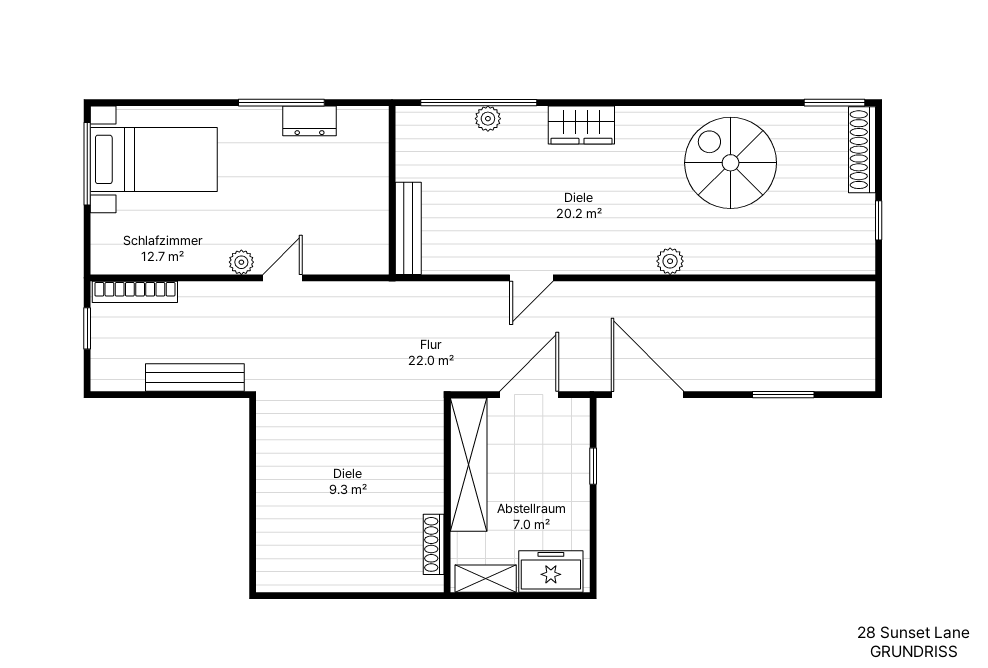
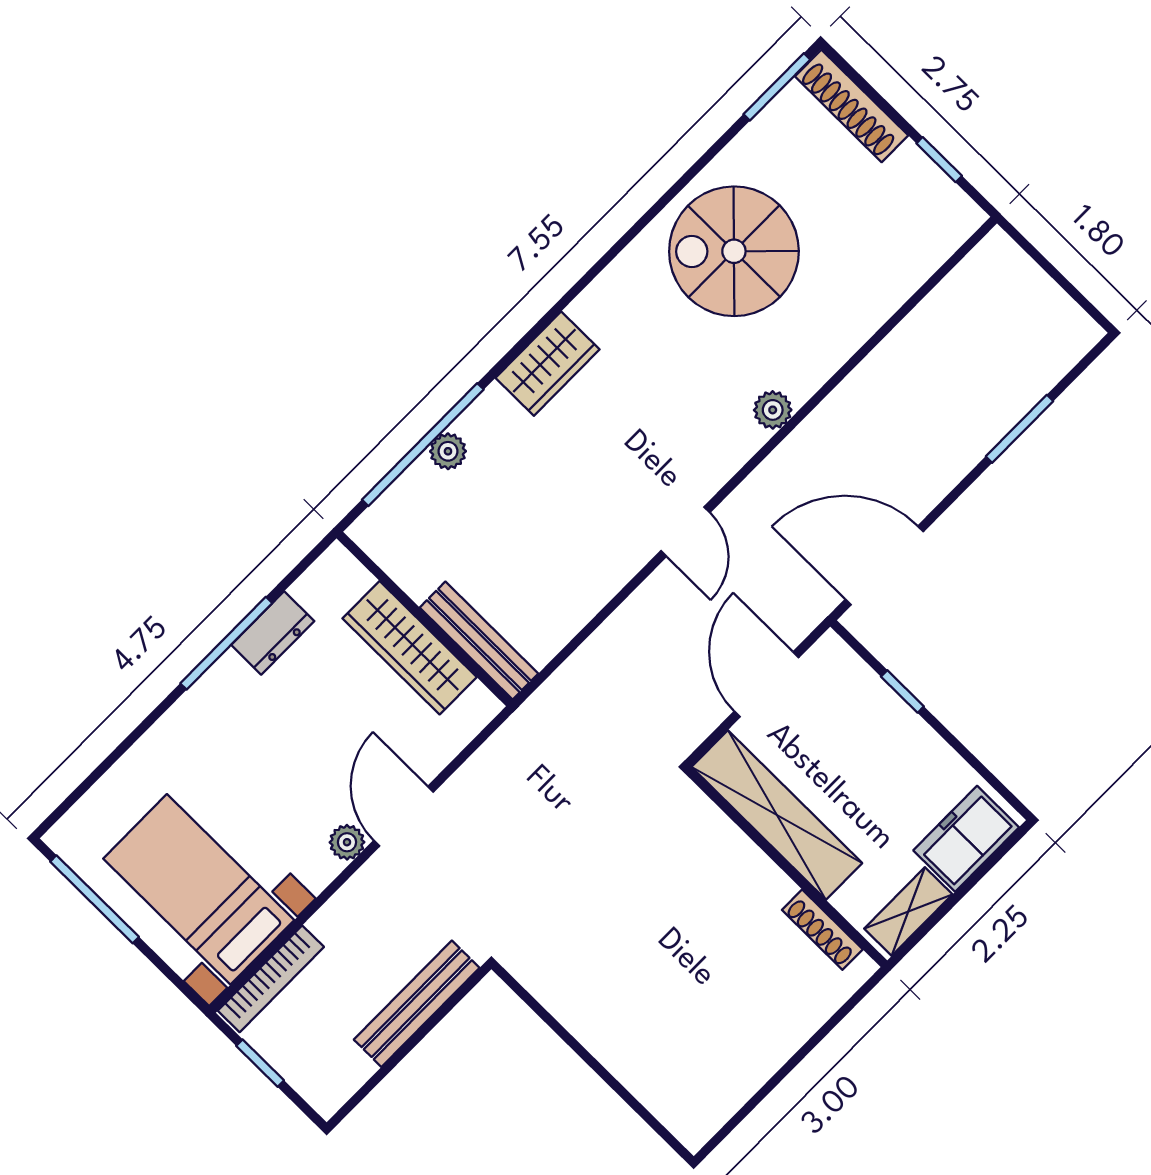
bed with nightstands: (154, 159) -> (199, 889), moved, turned -90
wardrobe: (370, 197) -> (410, 648), added
door: (283, 278) -> (404, 816), width x1.38
door: (531, 278) -> (685, 532), moved

